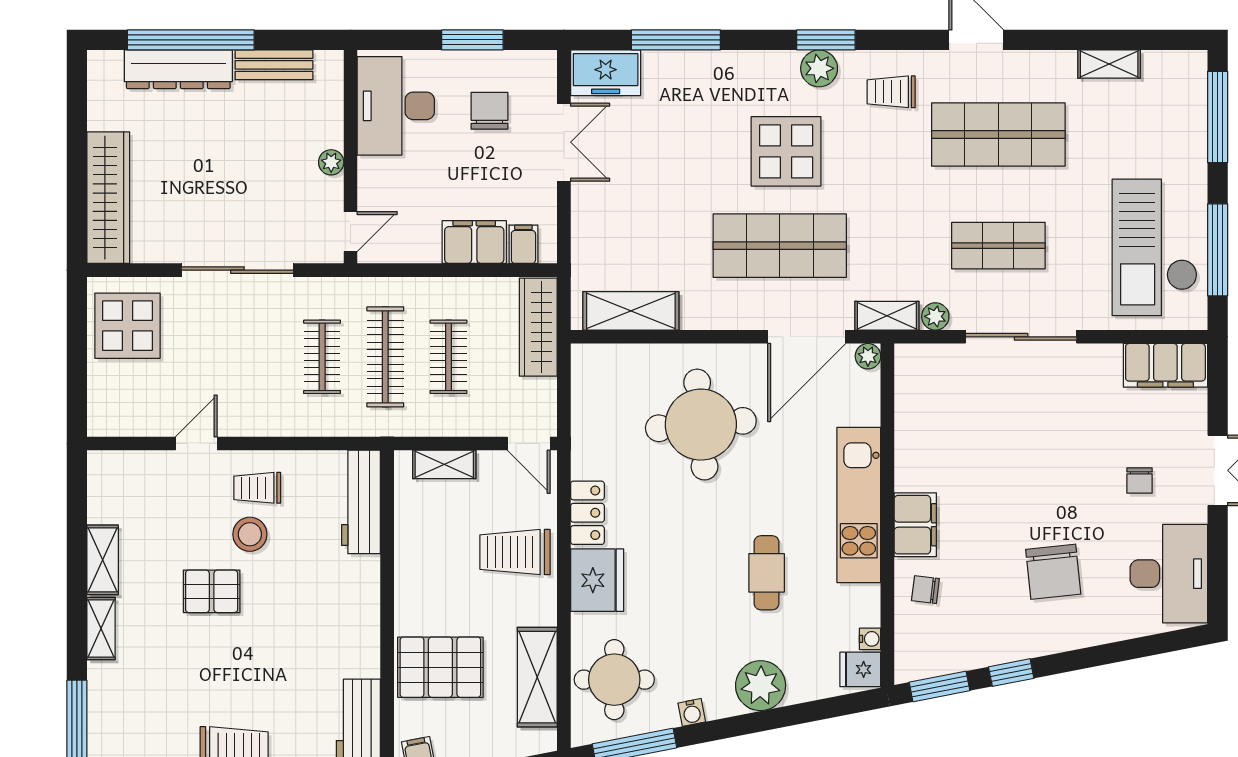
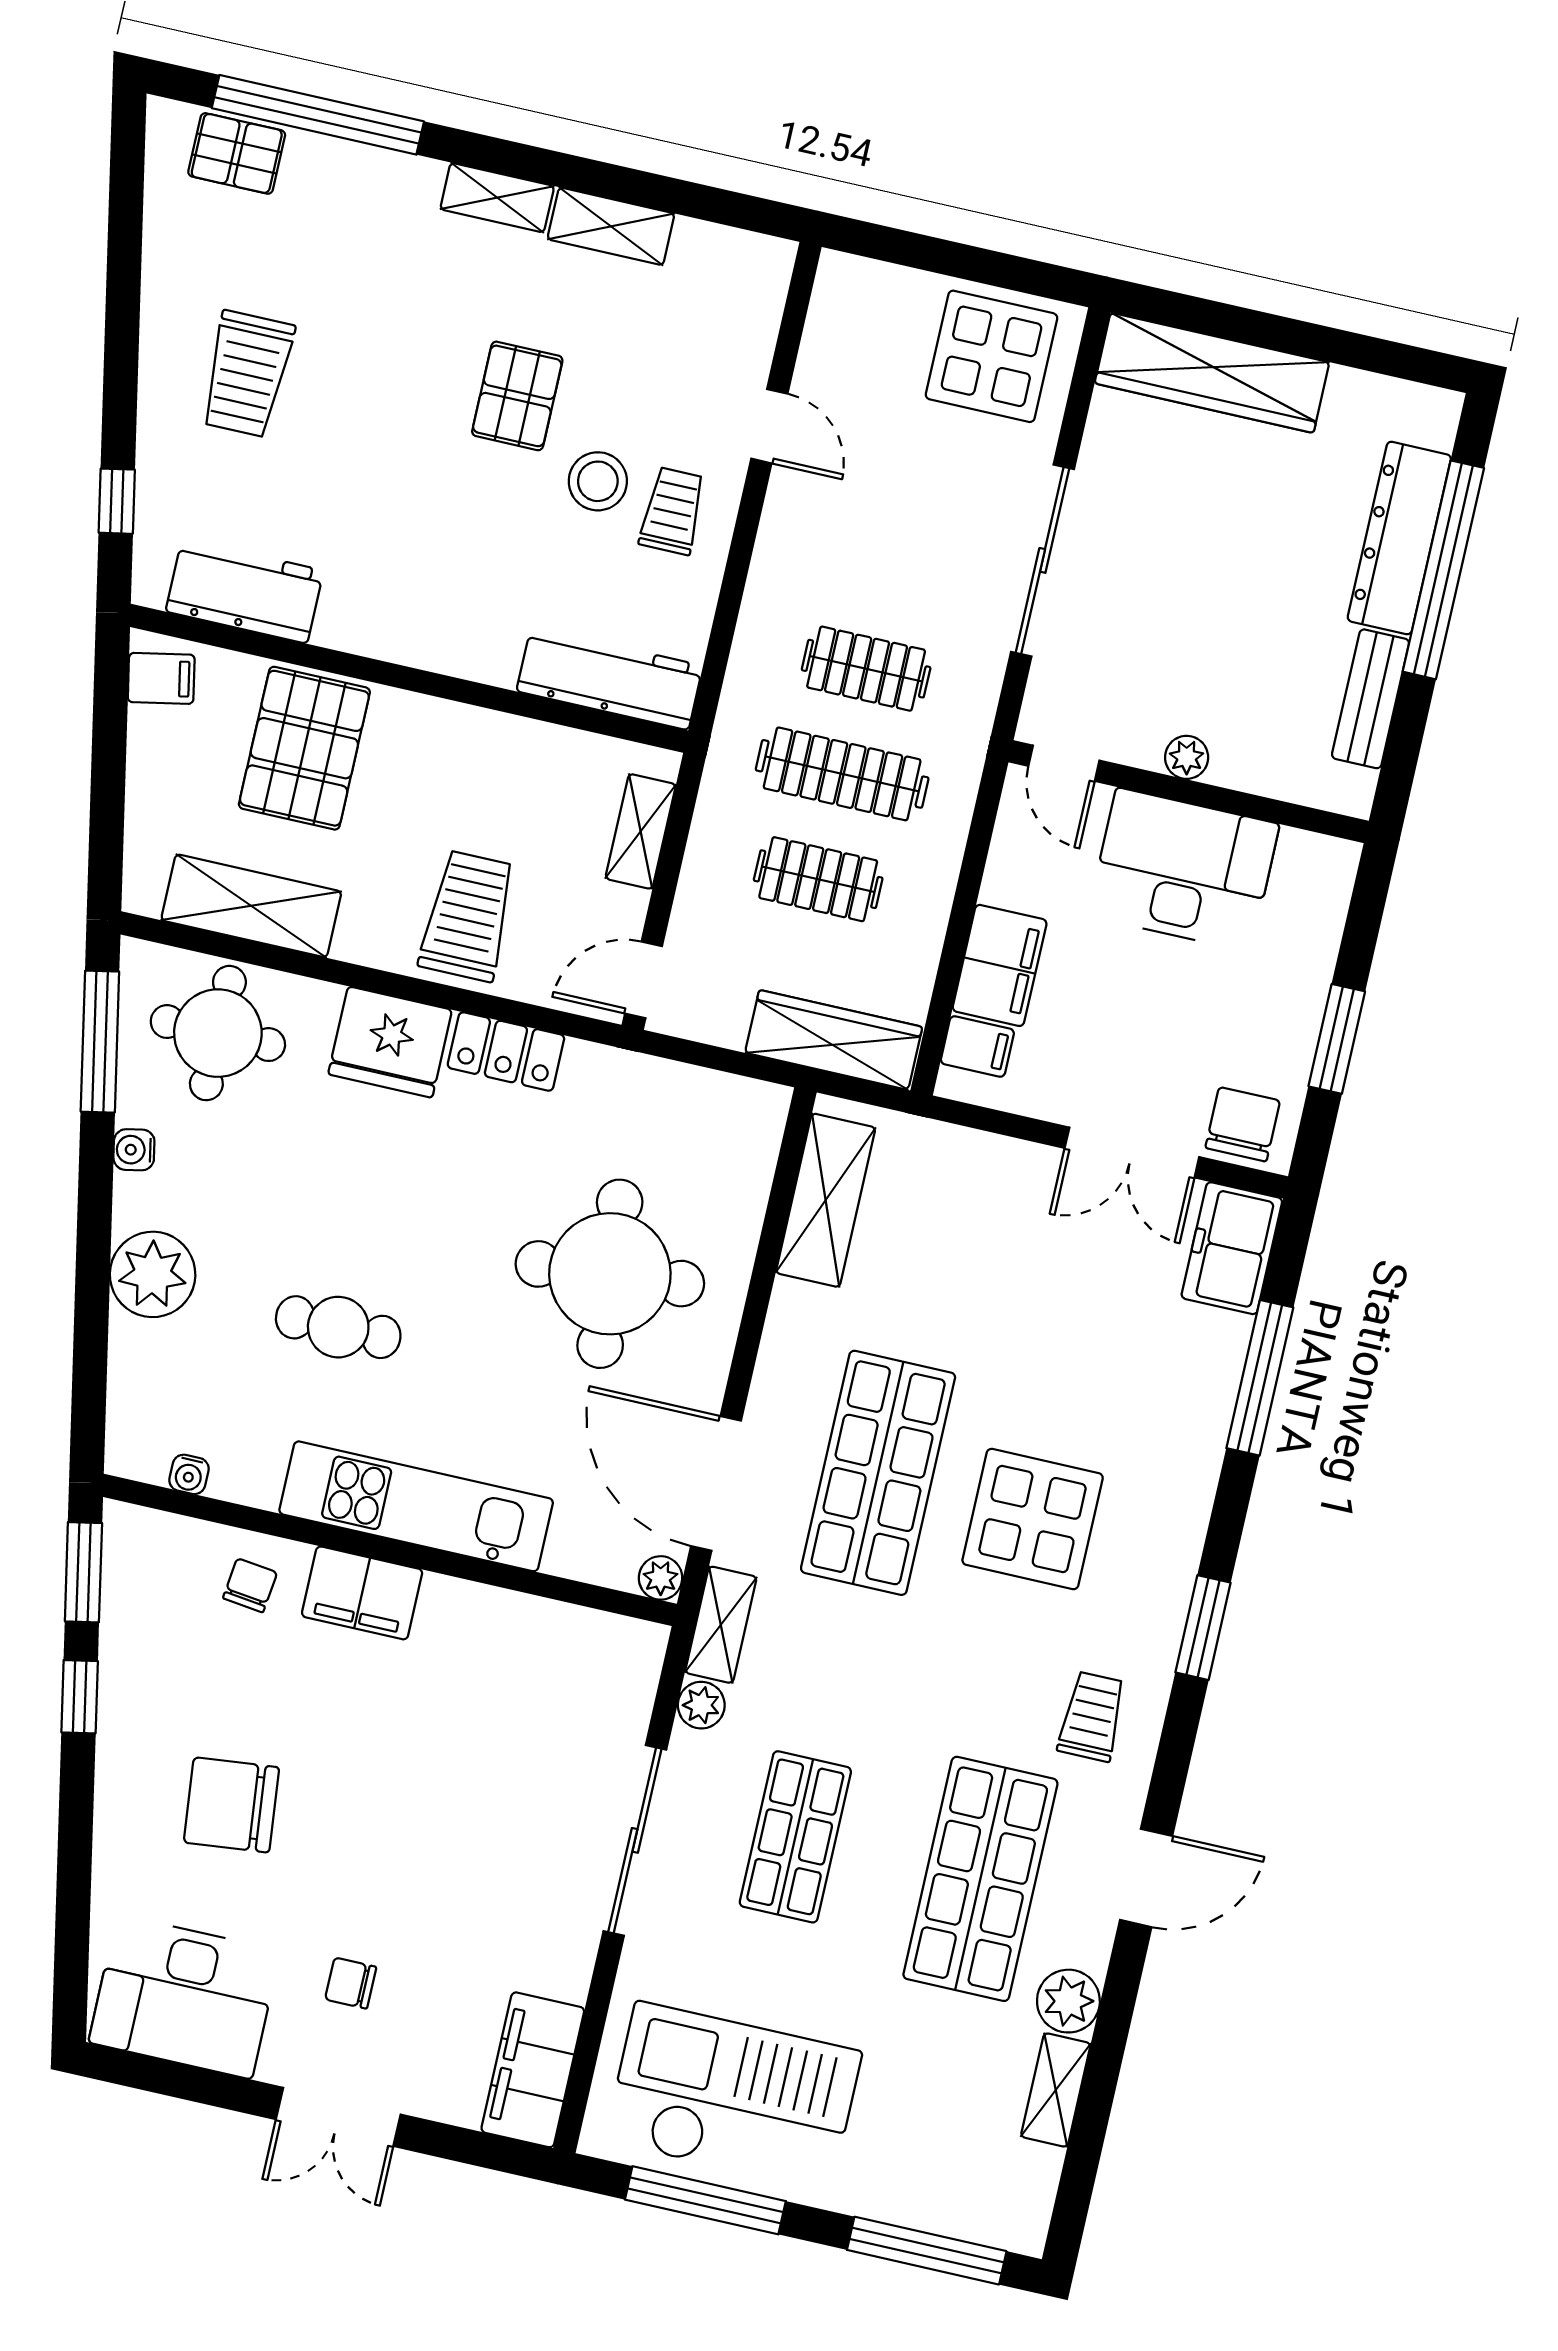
plant: (819, 68) -> (1068, 2001), moved
desk: (396, 106) -> (1184, 870), moved
chair: (489, 111) -> (1243, 1124), moved, turned -90
fridge: (860, 669) -> (142, 1447), removed

